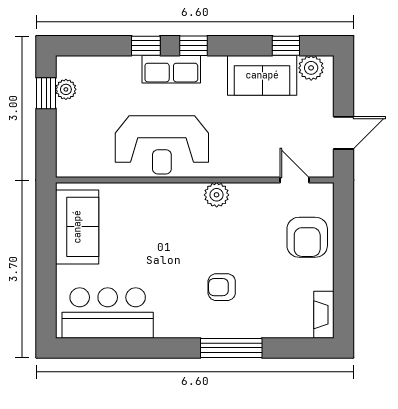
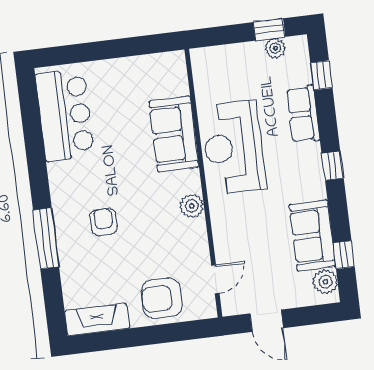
window: (146, 46) -> (321, 75), moved
row of seats: (171, 69) -> (303, 114), moved
sofa: (77, 227) -> (174, 134), moved, turned 90
fireplace: (324, 315) -> (97, 320), width x1.37, depth x1.32

